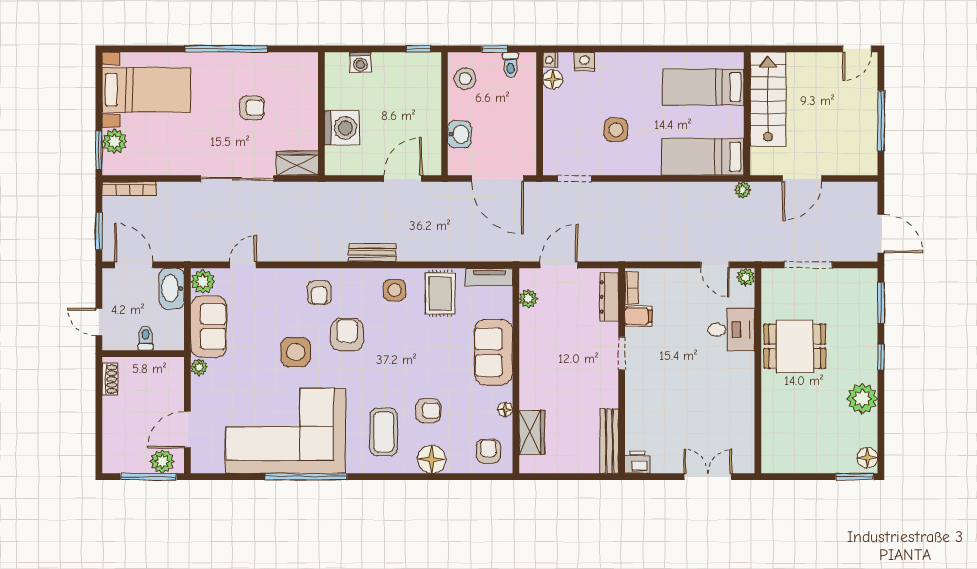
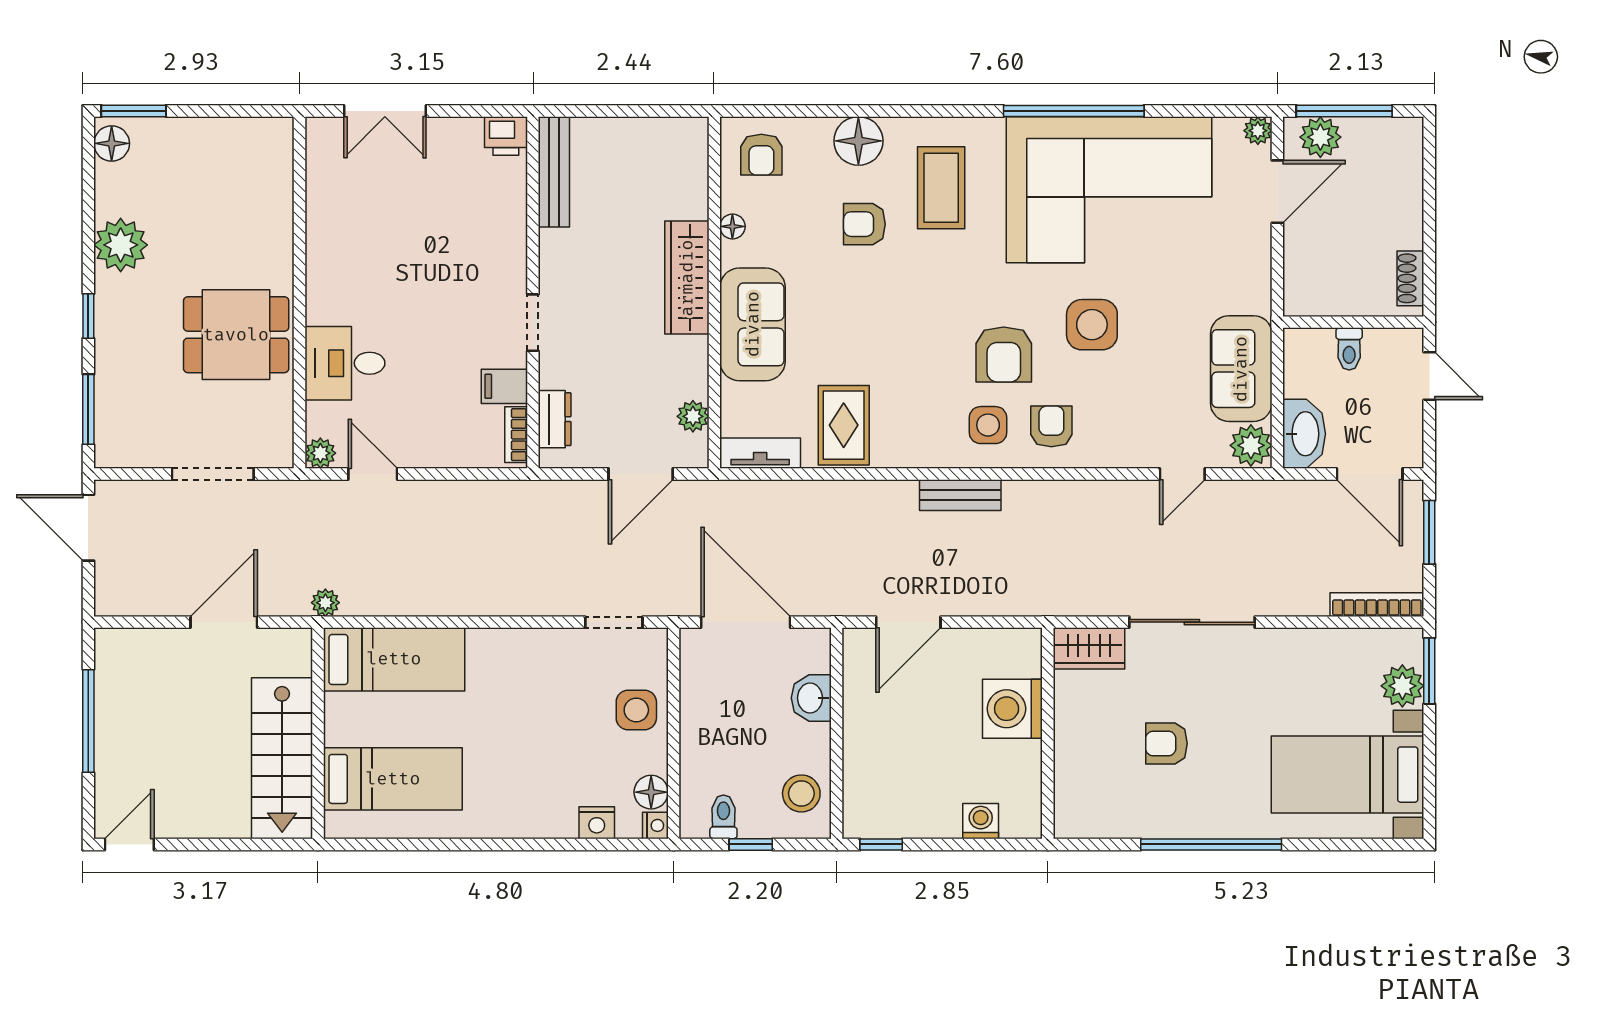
side table: (616, 130) -> (636, 710), moved
side table: (395, 290) -> (988, 425), moved
dresser: (609, 297) -> (555, 419), width x0.70
plant: (199, 367) -> (1258, 131), moved
wardrobe: (532, 432) -> (687, 278), moved, width x1.50

